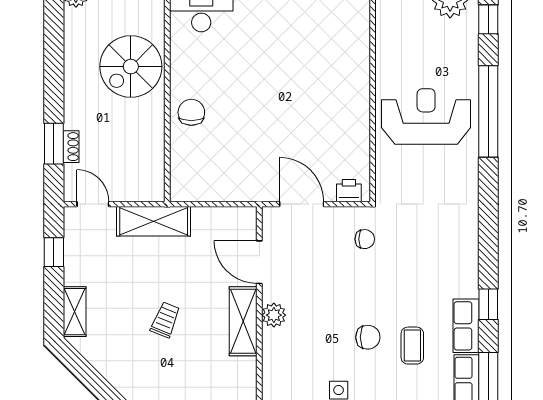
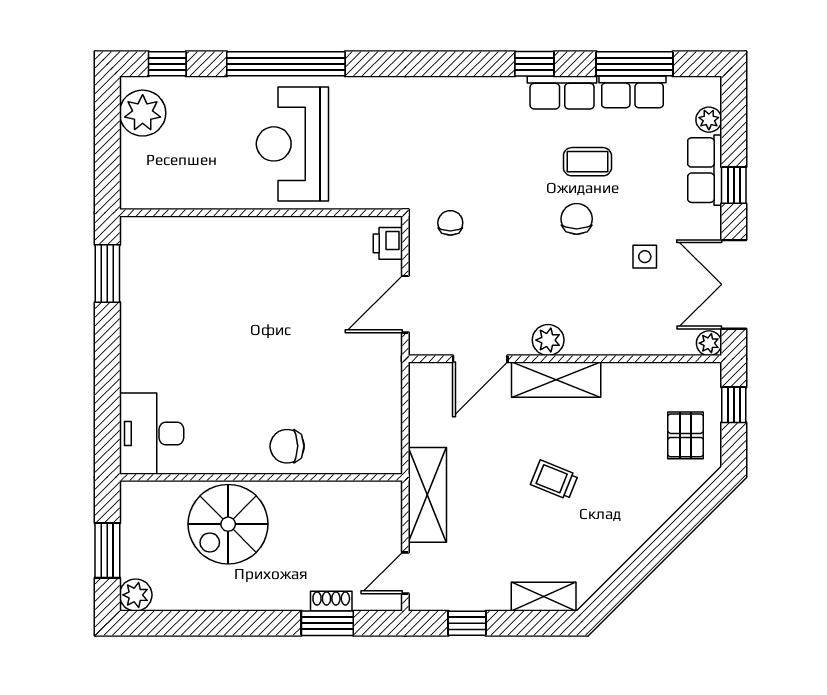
spiral stairs: (131, 67) -> (228, 524), turned 90

